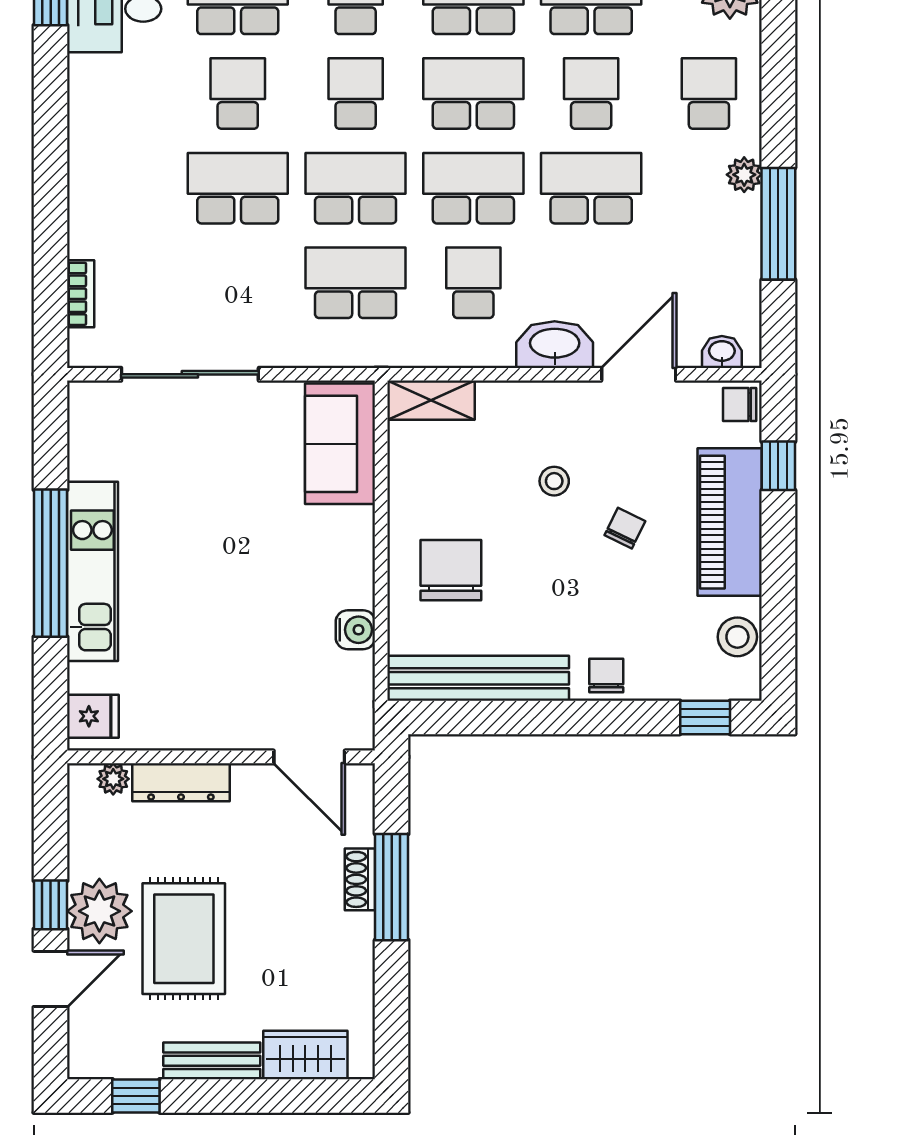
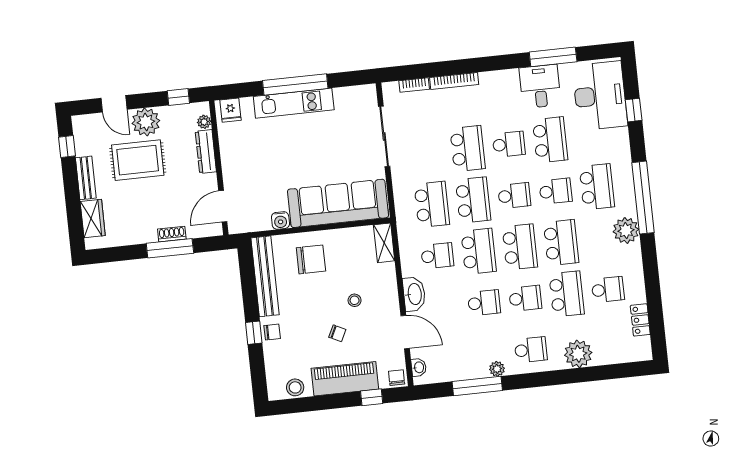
school desk: (591, 188) -> (484, 303), width x0.54
bookcase: (81, 202) -> (454, 81), added
sofa: (340, 444) -> (338, 203), width x1.85, depth x1.27
window: (705, 717) -> (254, 333), moved
window: (51, 905) -> (178, 97), moved

